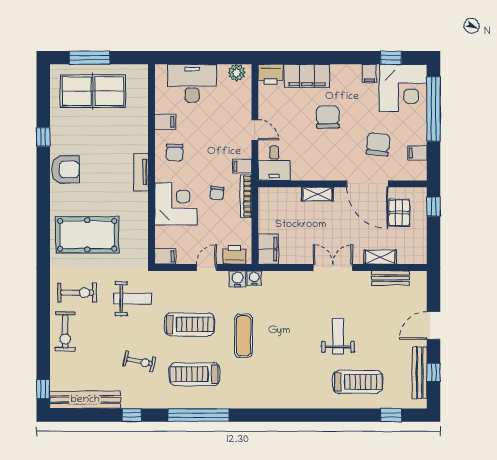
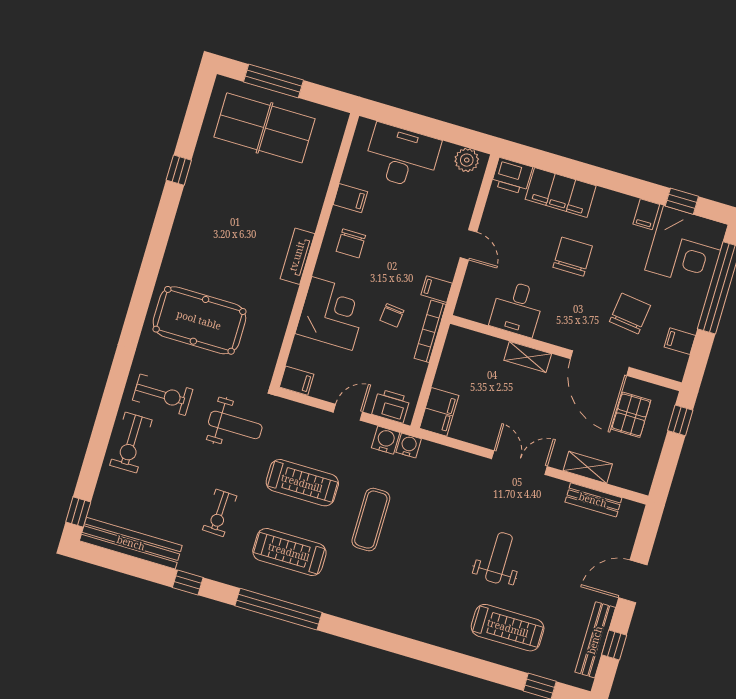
desk: (274, 163) -> (517, 308), moved
armchair: (65, 169) -> (196, 223), removed
exercise bike: (139, 361) -> (220, 513), turned 80

